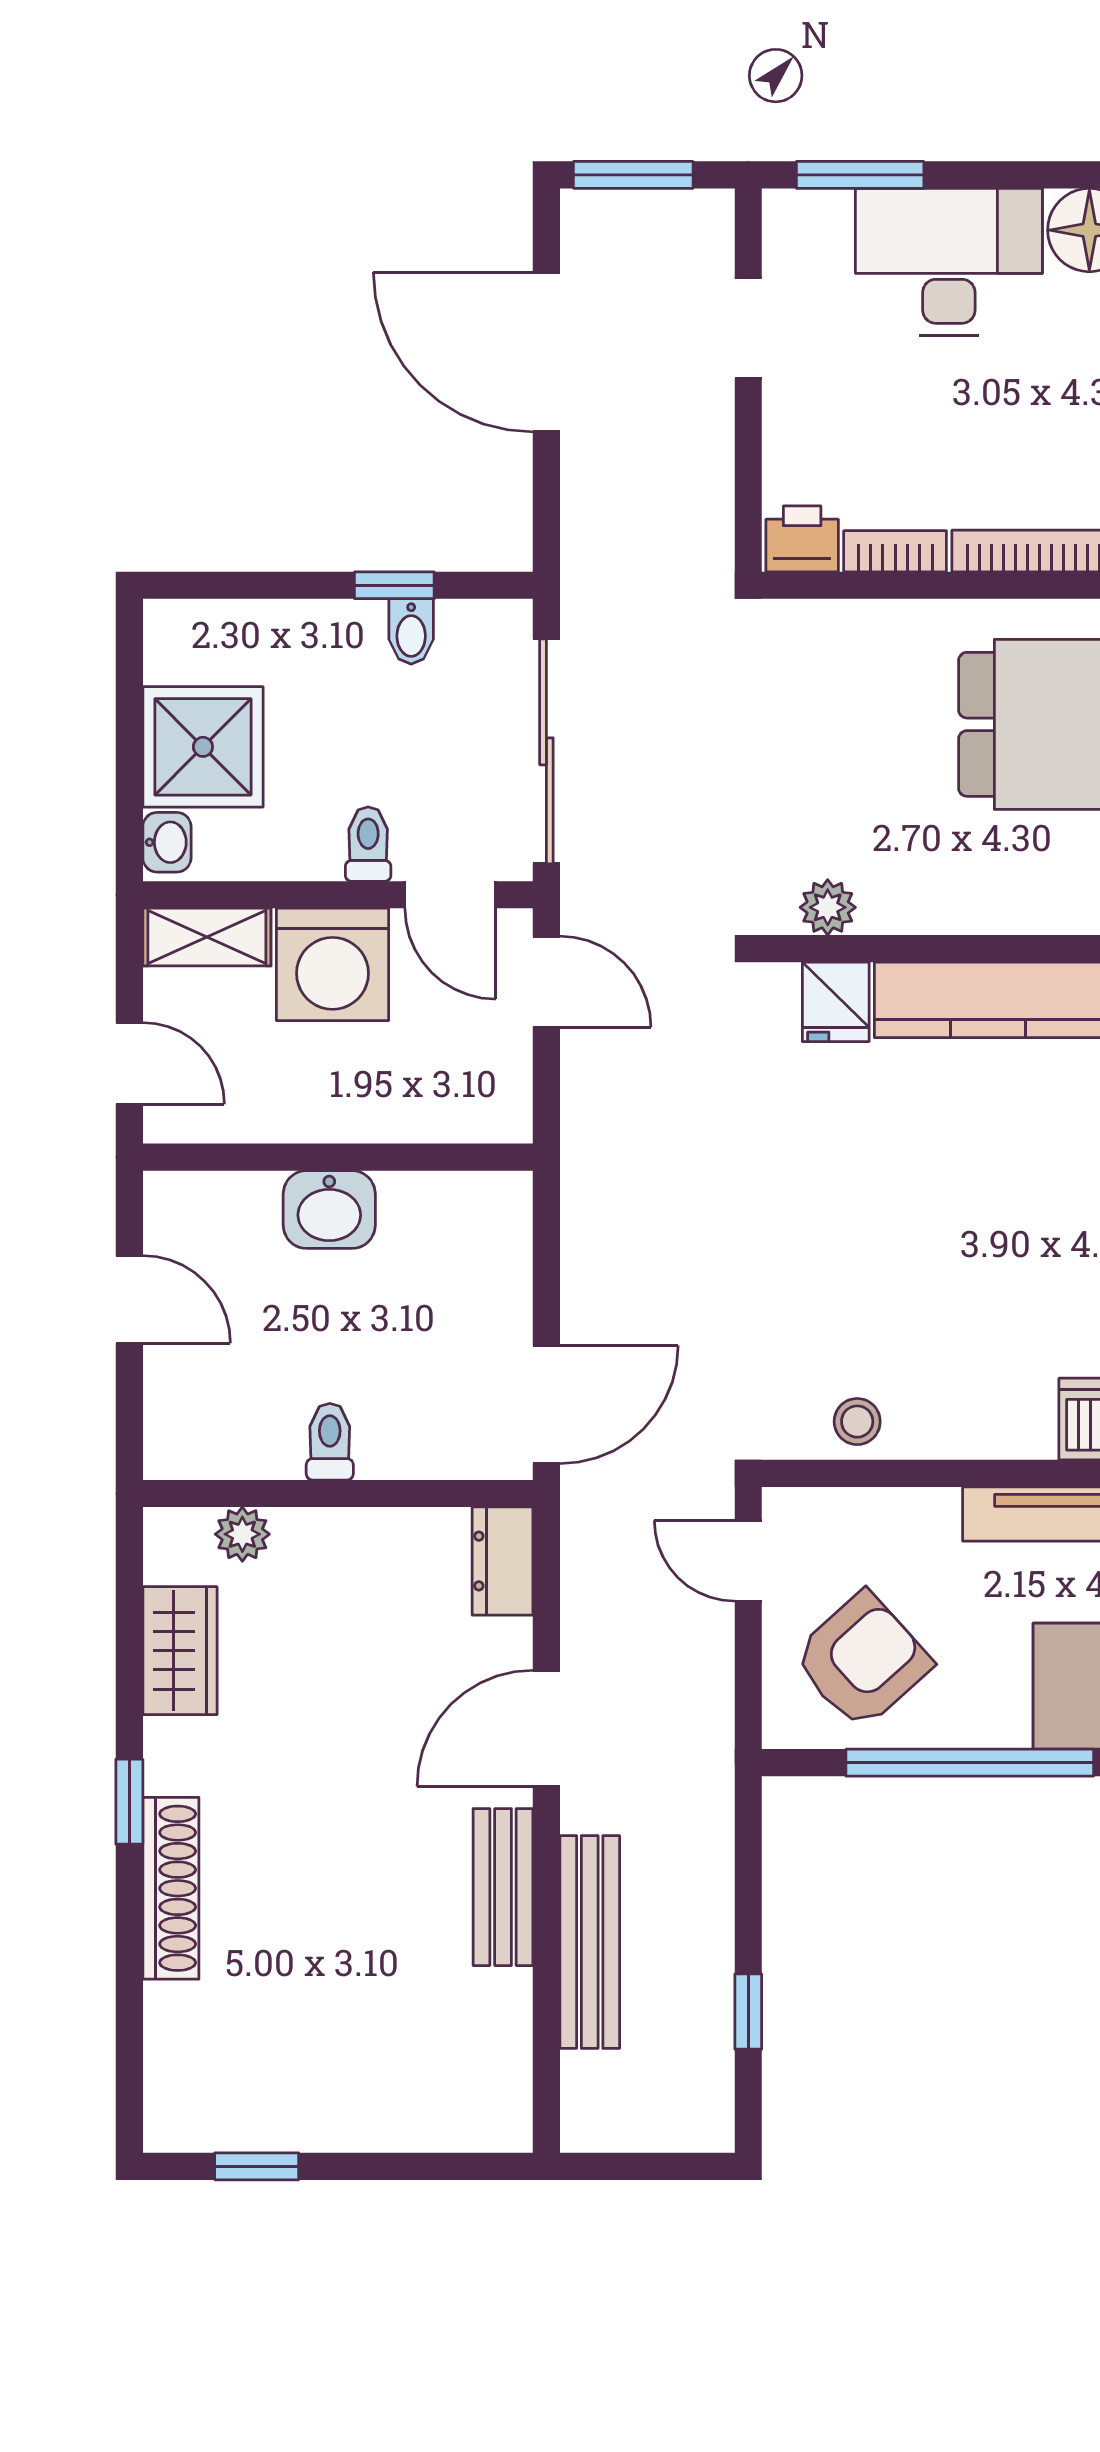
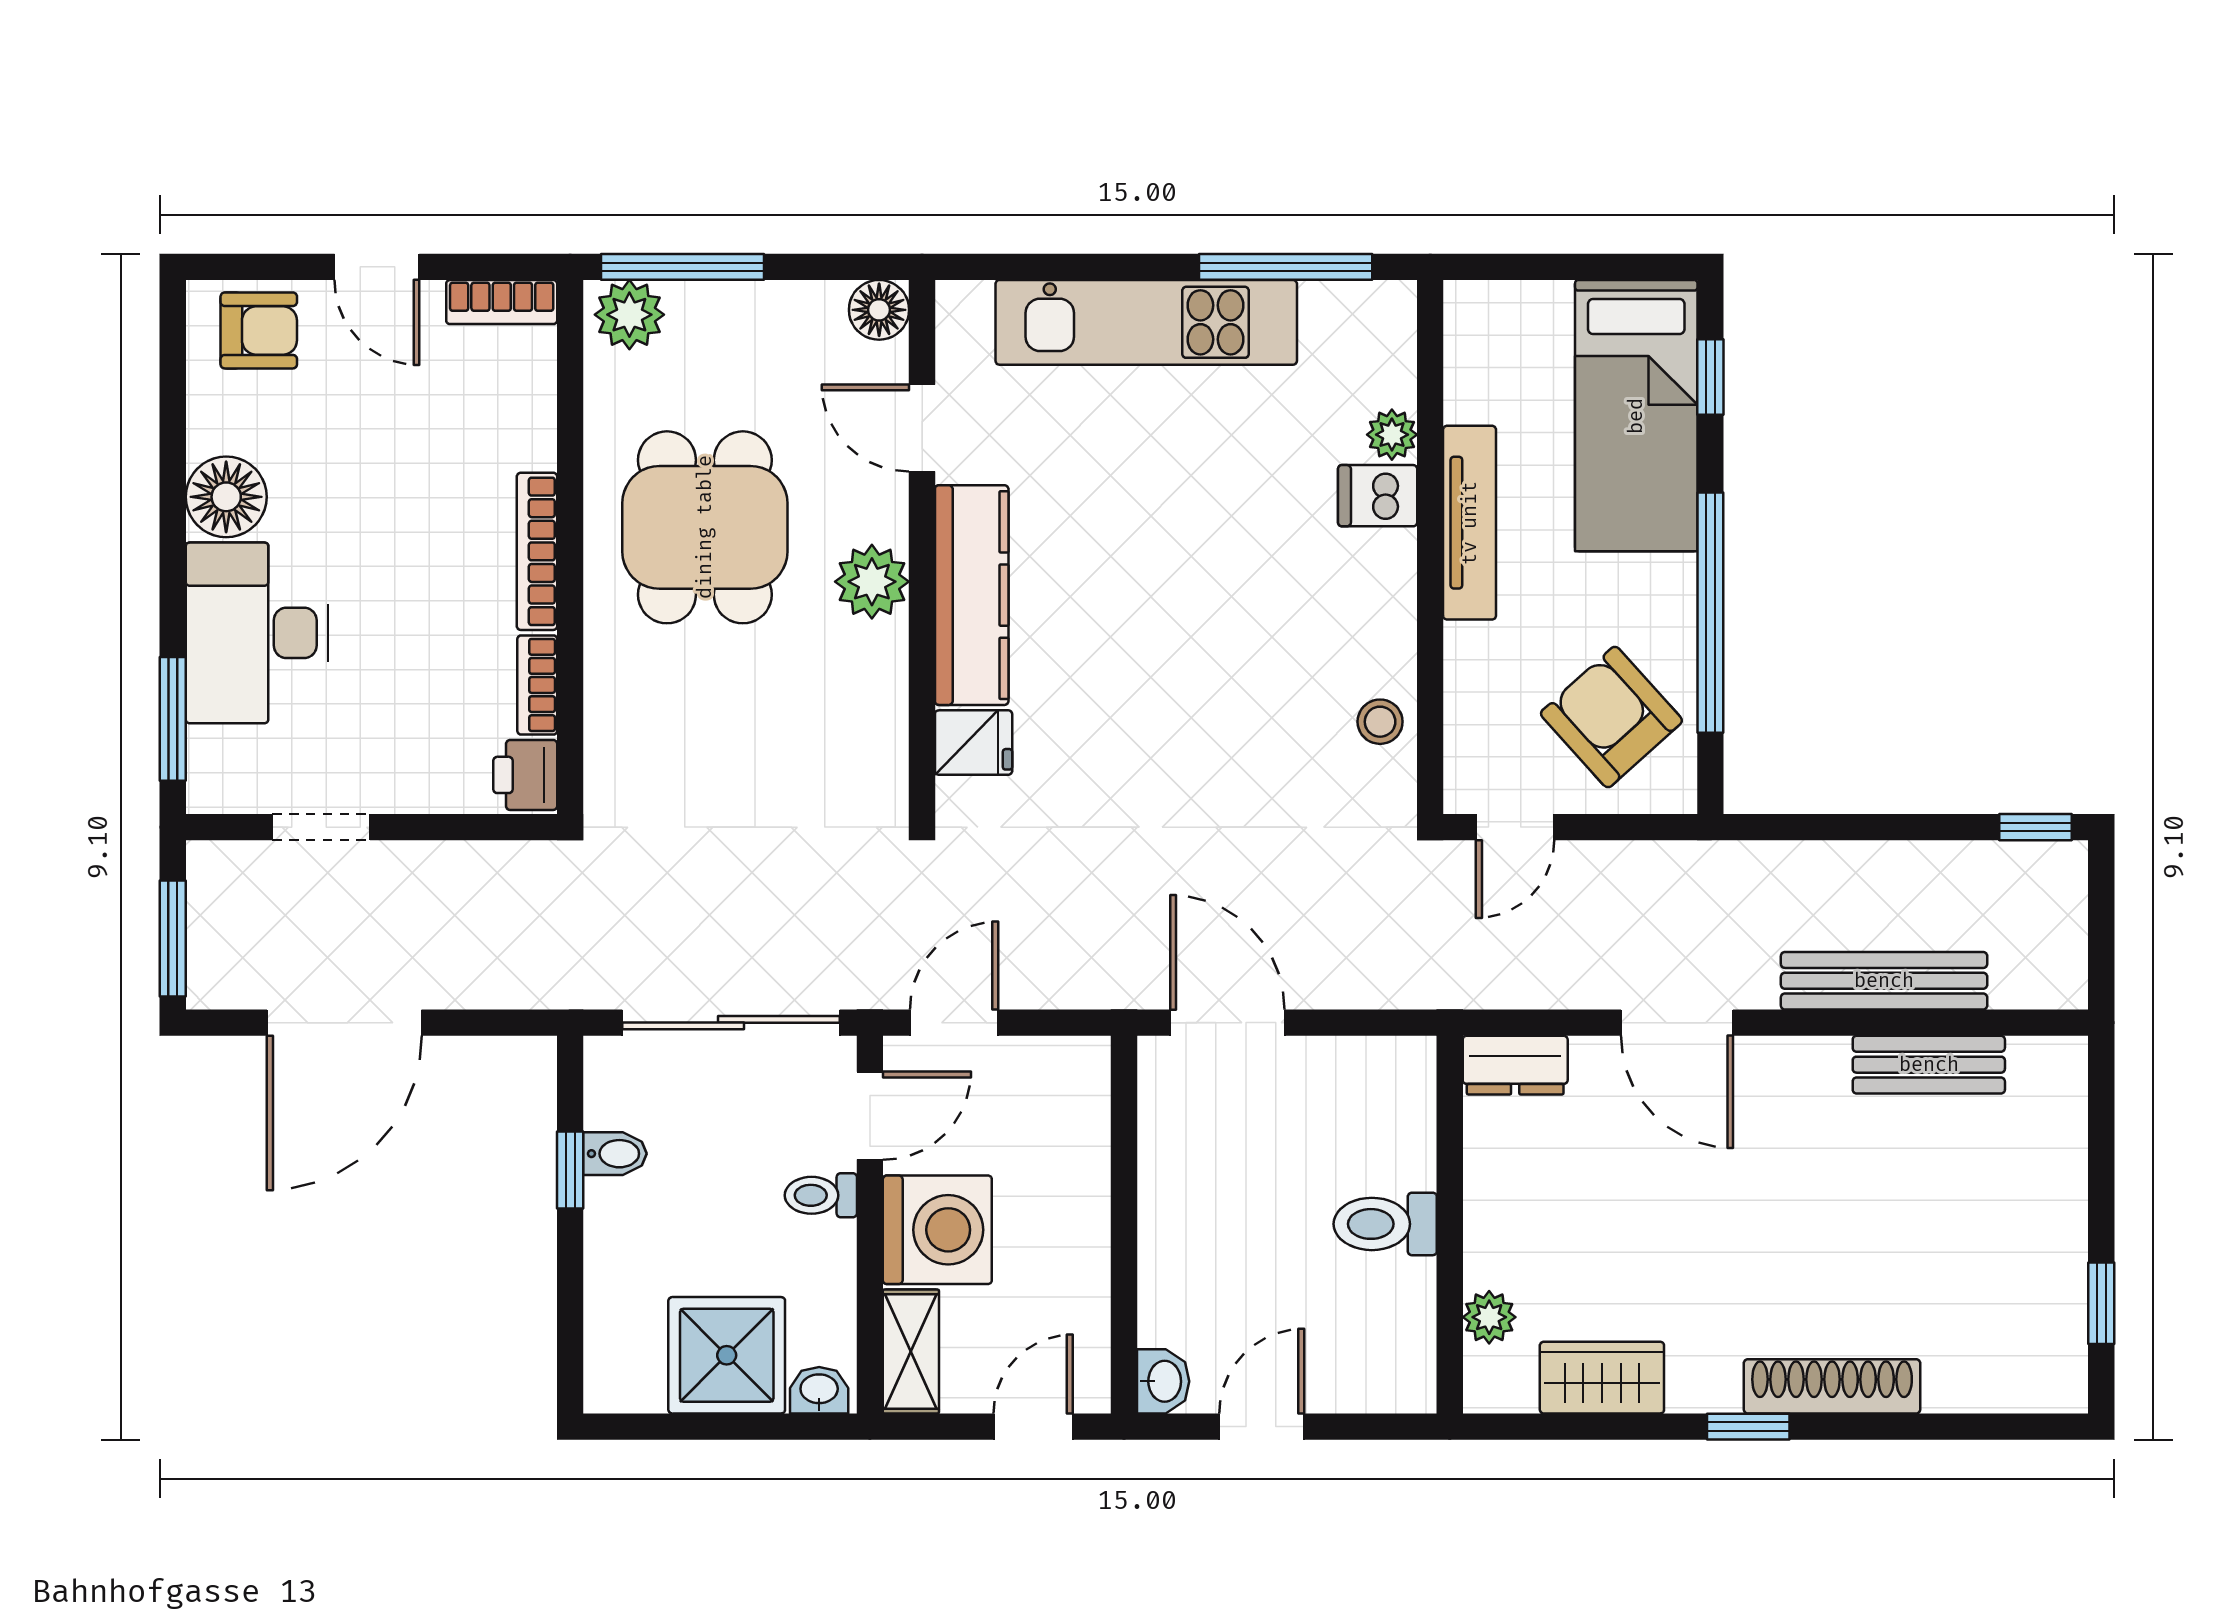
plant: (828, 907) -> (872, 582), moved, width x1.38, depth x1.38
washbasin: (329, 1210) -> (1163, 1381), moved, width x0.72, depth x0.69
door: (546, 1405) -> (1227, 1023), moved
toilet: (330, 1442) -> (1385, 1224), width x1.37, depth x1.39
bench: (503, 1887) -> (1929, 1065), moved
window: (748, 2012) -> (2036, 827), moved

